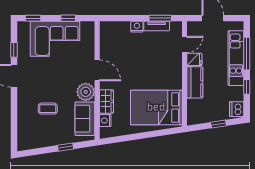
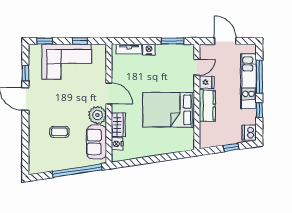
tv unit: (157, 26) -> (129, 49), moved
bed: (156, 107) -> (169, 110), moved
window: (65, 147) -> (77, 171), width x3.17

